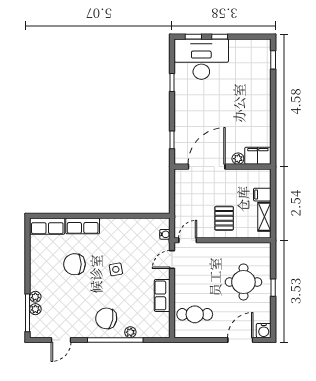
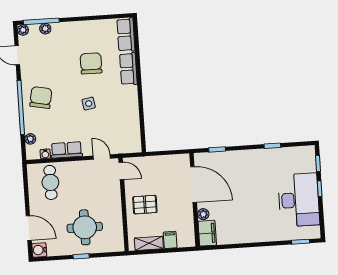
desk: (201, 59) -> (299, 200), moved
water cooler: (165, 234) -> (45, 154), moved
plant: (35, 297) -> (23, 30), moved
plant: (130, 332) -> (30, 139), moved

